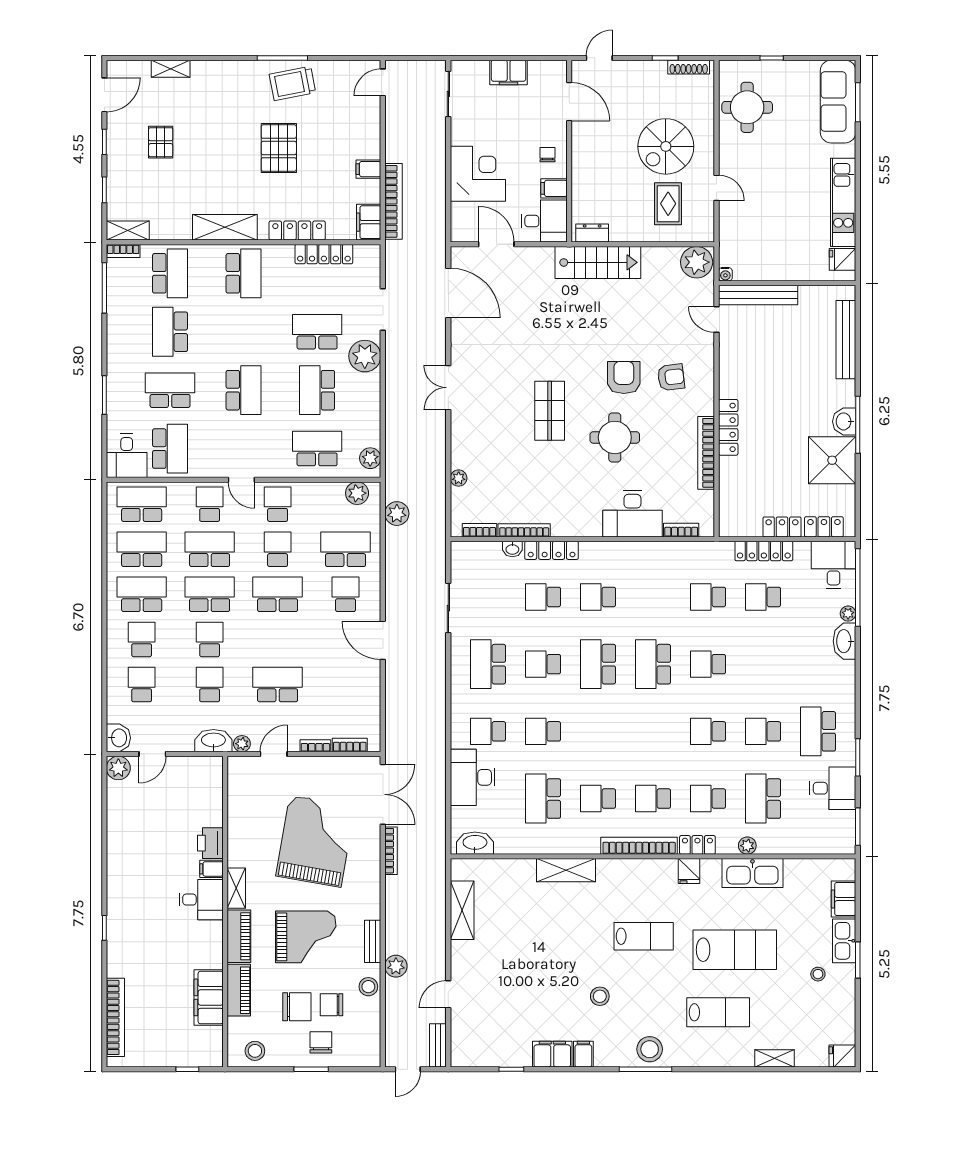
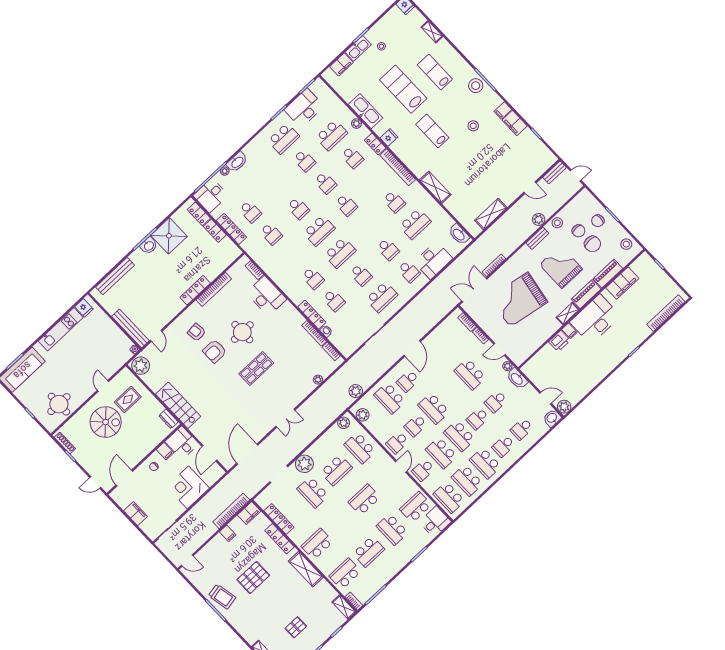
desk: (833, 788) -> (304, 108), width x1.37
school desk: (653, 799) -> (346, 205), moved
desk: (201, 900) -> (595, 319), width x1.87, depth x1.30
chair: (297, 1007) -> (593, 244), turned 180

